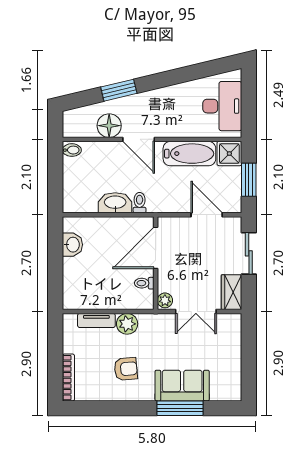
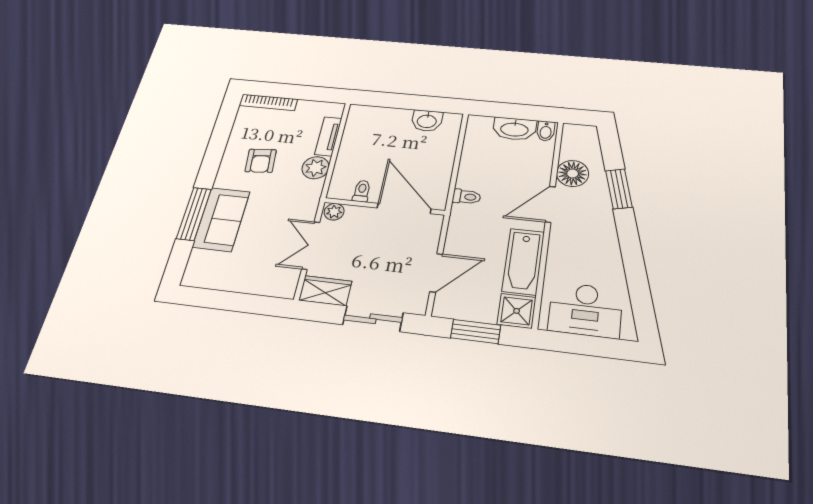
washbasin: (115, 203) -> (514, 129), moved, turned 90

